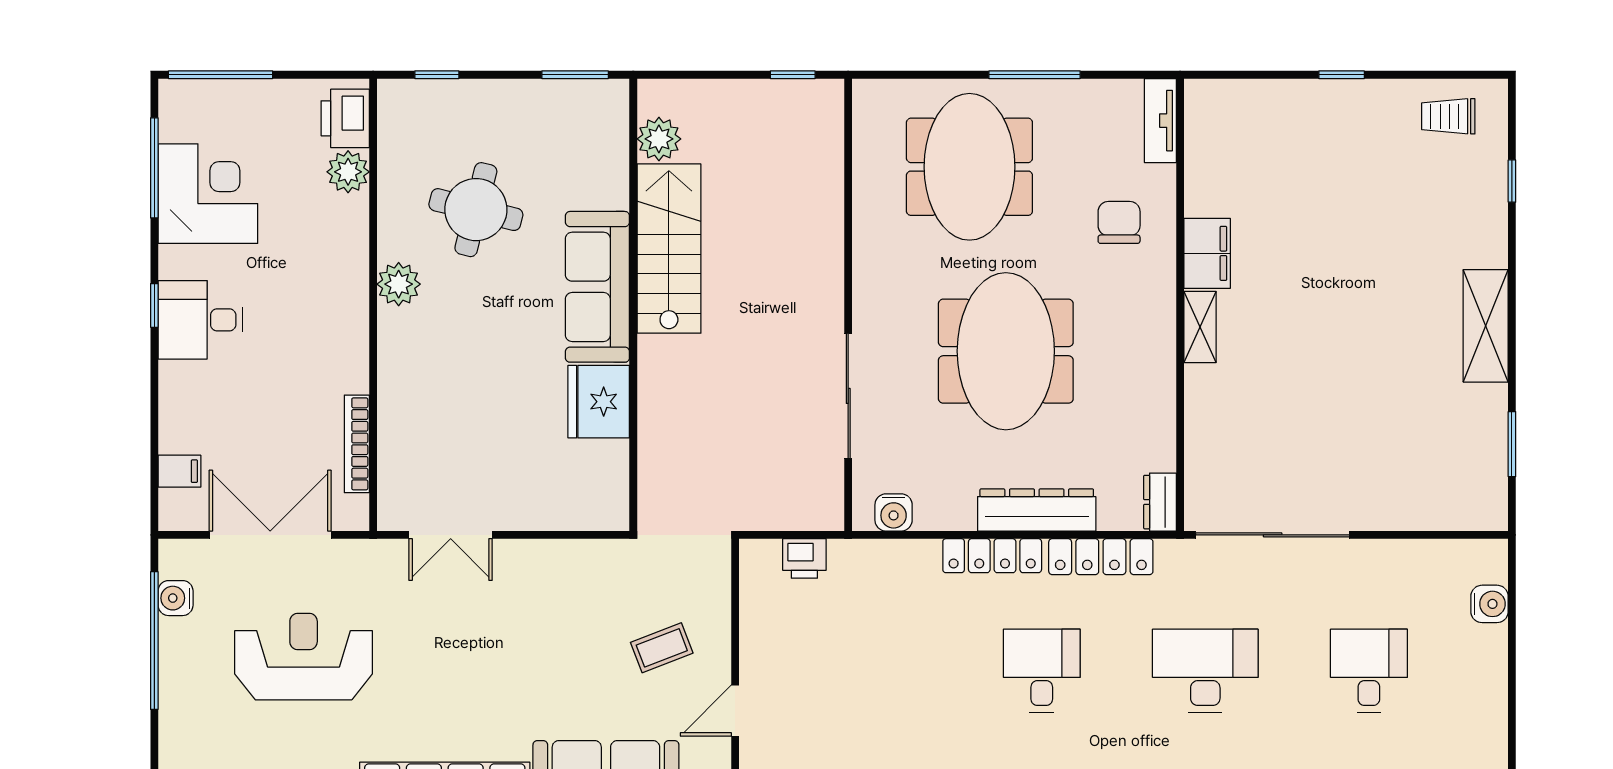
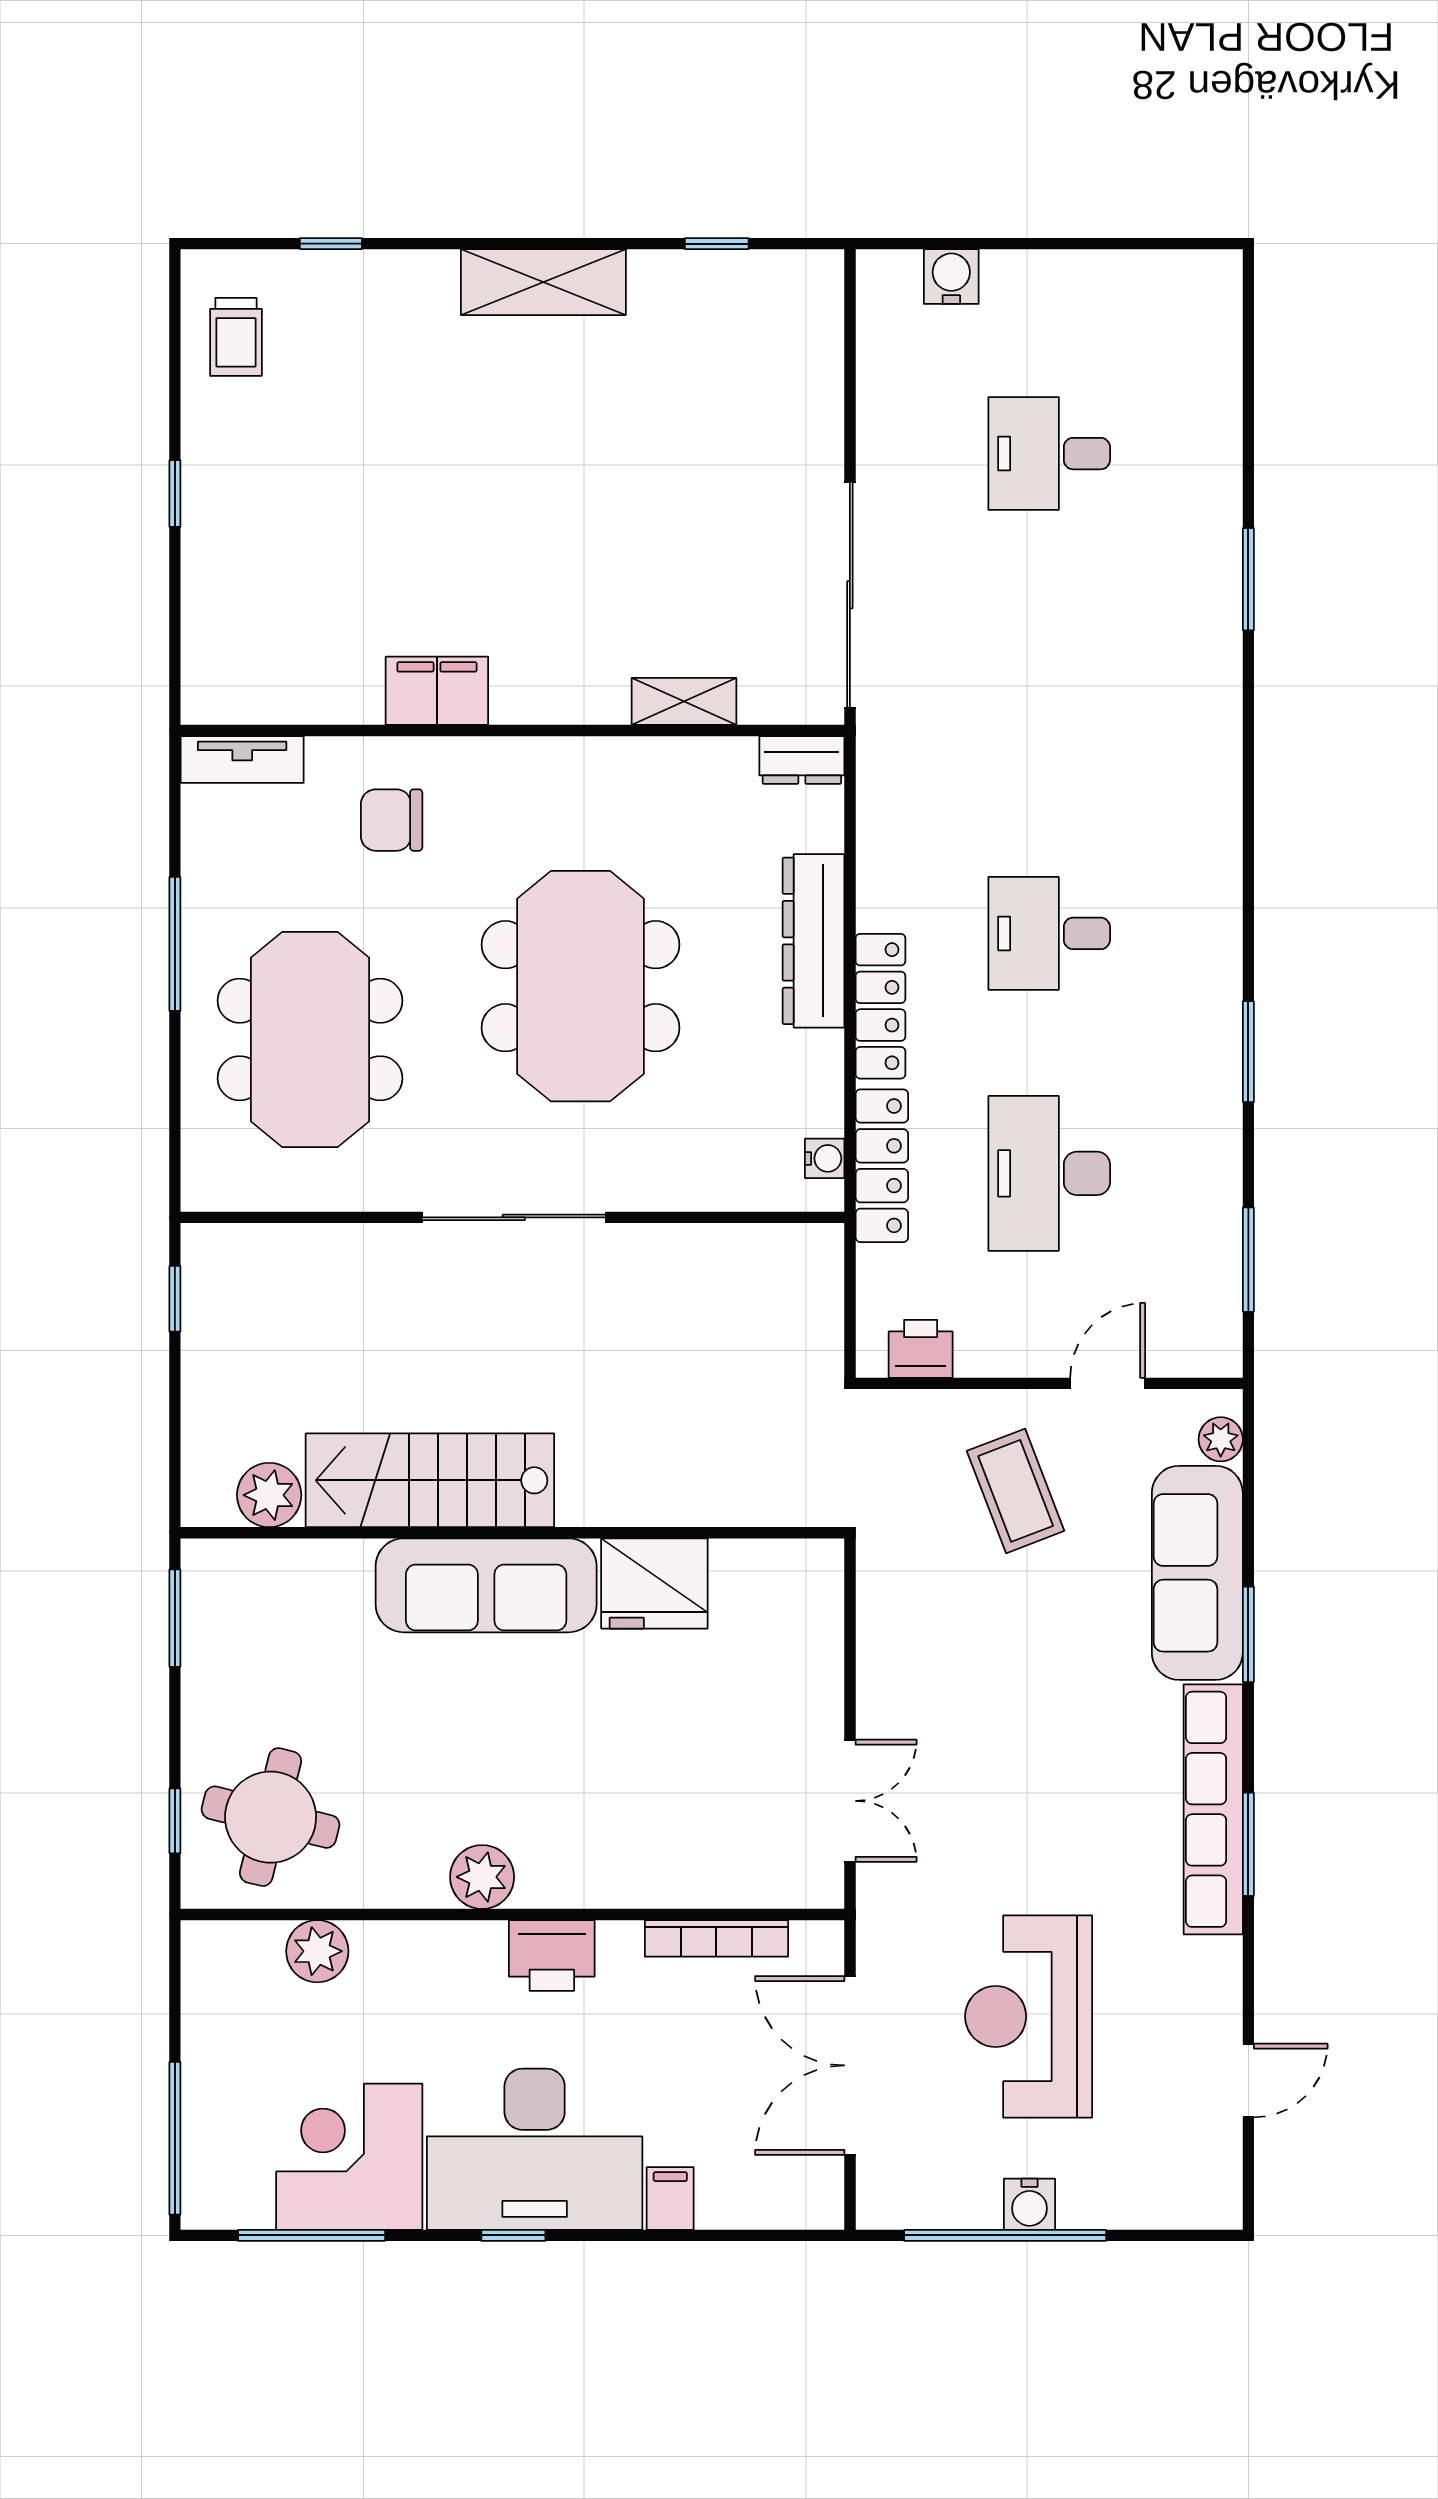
printer: (345, 118) -> (552, 1955), moved
meeting table: (969, 167) -> (310, 1039), turned 90
round table: (476, 210) -> (271, 1817), moved
desk: (200, 320) -> (535, 2149), width x1.87, depth x1.30
shelving: (1200, 327) -> (684, 701), moved
meeting table: (1006, 351) -> (581, 986), turned 90
sliding door: (848, 396) -> (514, 1217), moved
window: (1512, 444) -> (717, 244), width x0.67
filing cabinet: (179, 471) -> (670, 2199), moved
water cooler: (894, 512) -> (825, 1158), width x0.72, depth x0.72
locker: (1101, 557) -> (882, 1166), moved
printer: (804, 558) -> (921, 1349), moved, turned -90
water cooler: (176, 598) -> (1030, 2204), moved
coffee table: (662, 648) -> (1016, 1491), width x1.36, depth x1.30
desk: (1205, 671) -> (1049, 1173), moved
door: (735, 711) -> (1108, 1383), swing flipped

